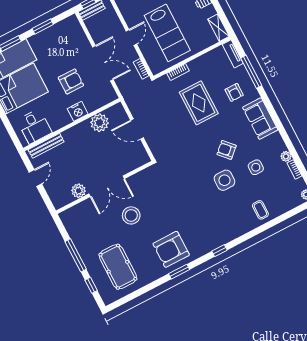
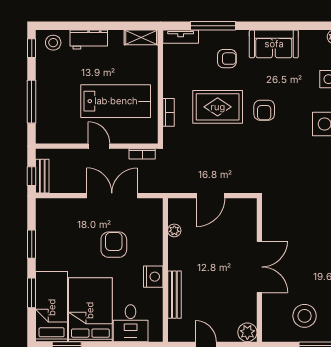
nightstand: (78, 111) -> (153, 277), moved
plant: (99, 123) -> (174, 230), width x0.53, depth x0.53
desk: (34, 126) -> (131, 323), moved, turned 90
bench: (46, 146) -> (174, 295), moved
armchair: (227, 150) -> (264, 110), moved, turned -47
plant: (79, 191) -> (247, 332), moved
stool: (131, 215) -> (305, 316), moved

